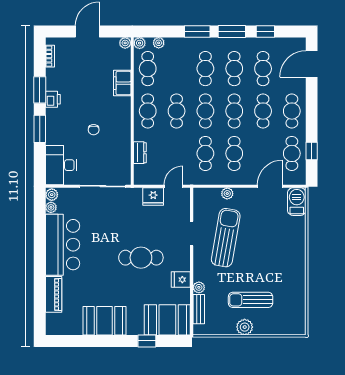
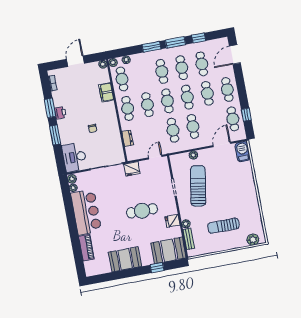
fridge: (153, 197) -> (132, 169), moved
plant: (245, 327) -> (253, 240), moved

